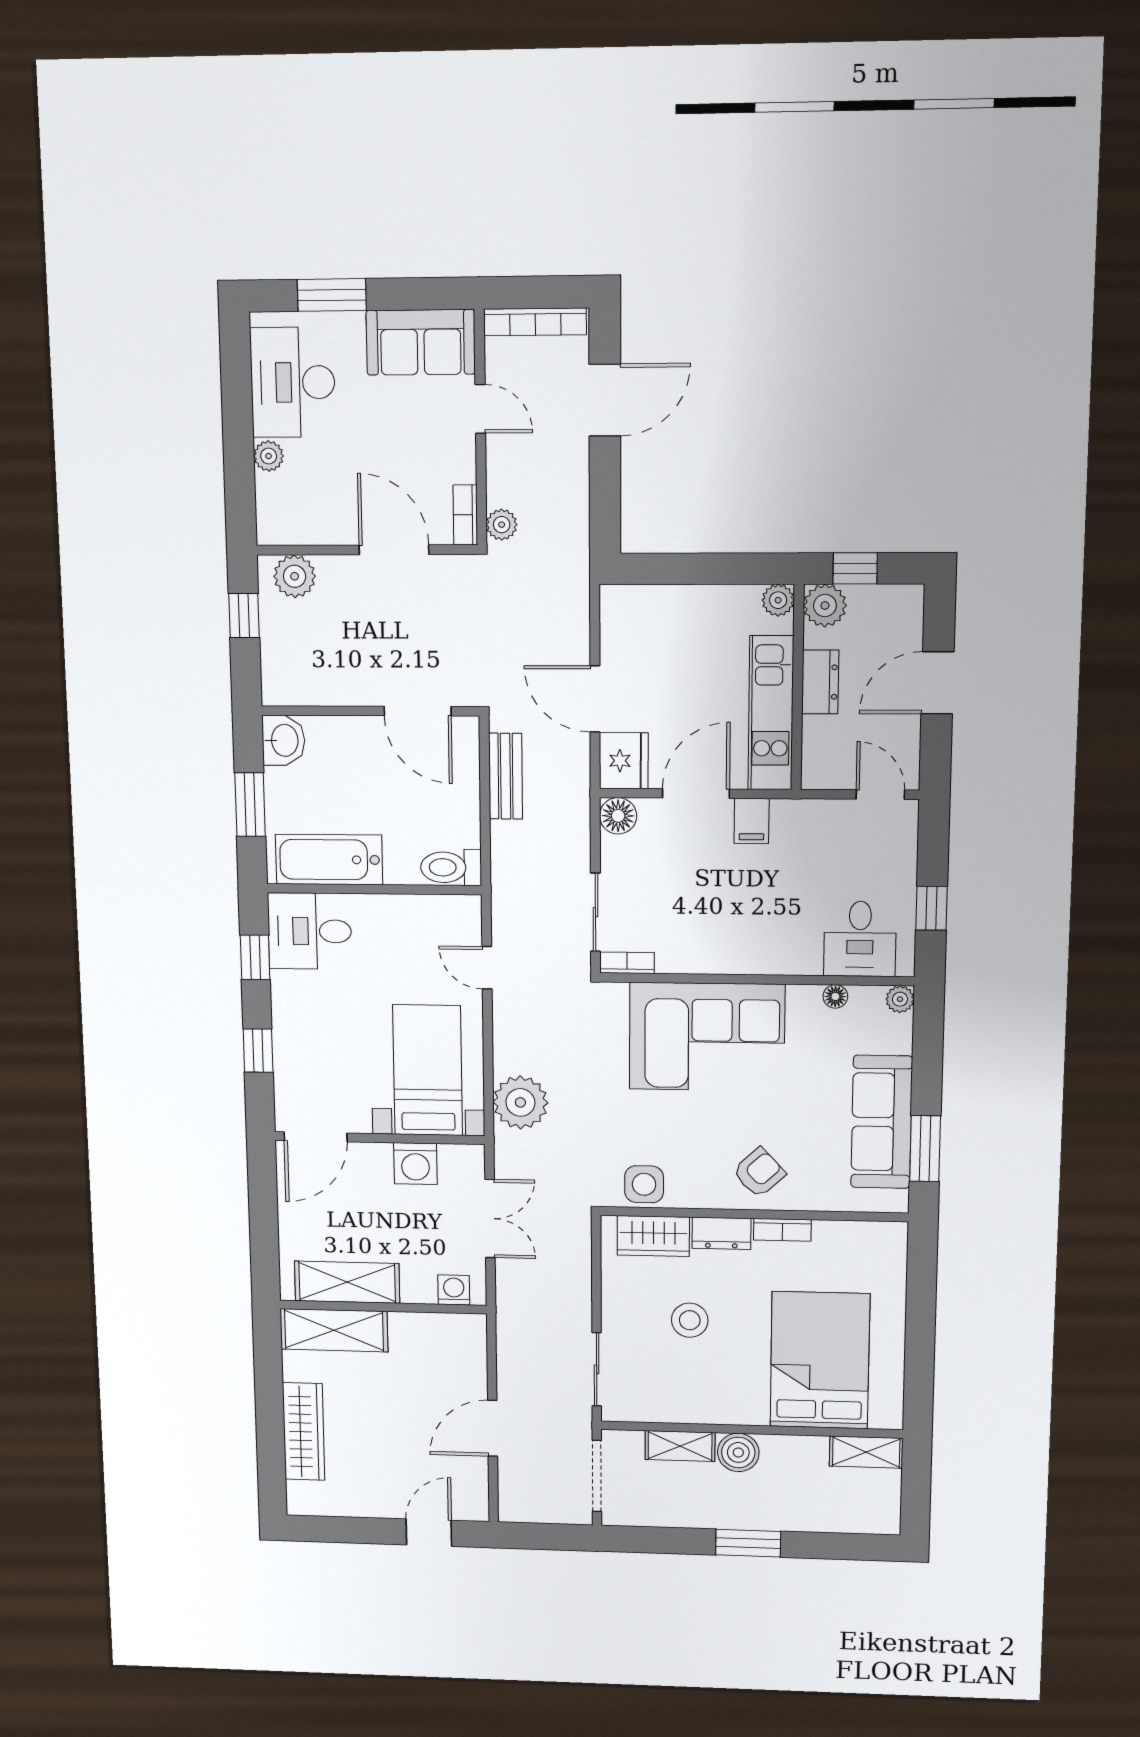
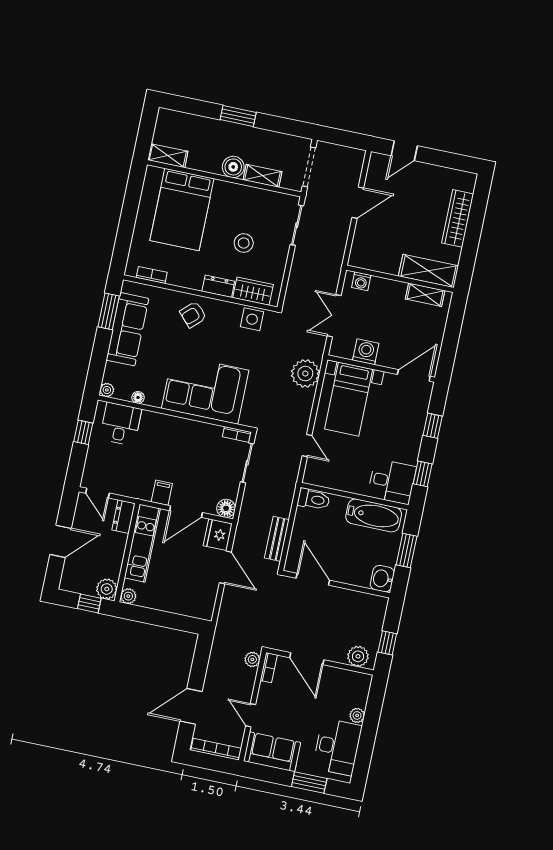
dresser: (820, 682) -> (124, 517), moved
bookcase: (782, 1230) -> (152, 275), moved
shelving: (347, 1282) -> (425, 295), width x0.67, depth x0.75

